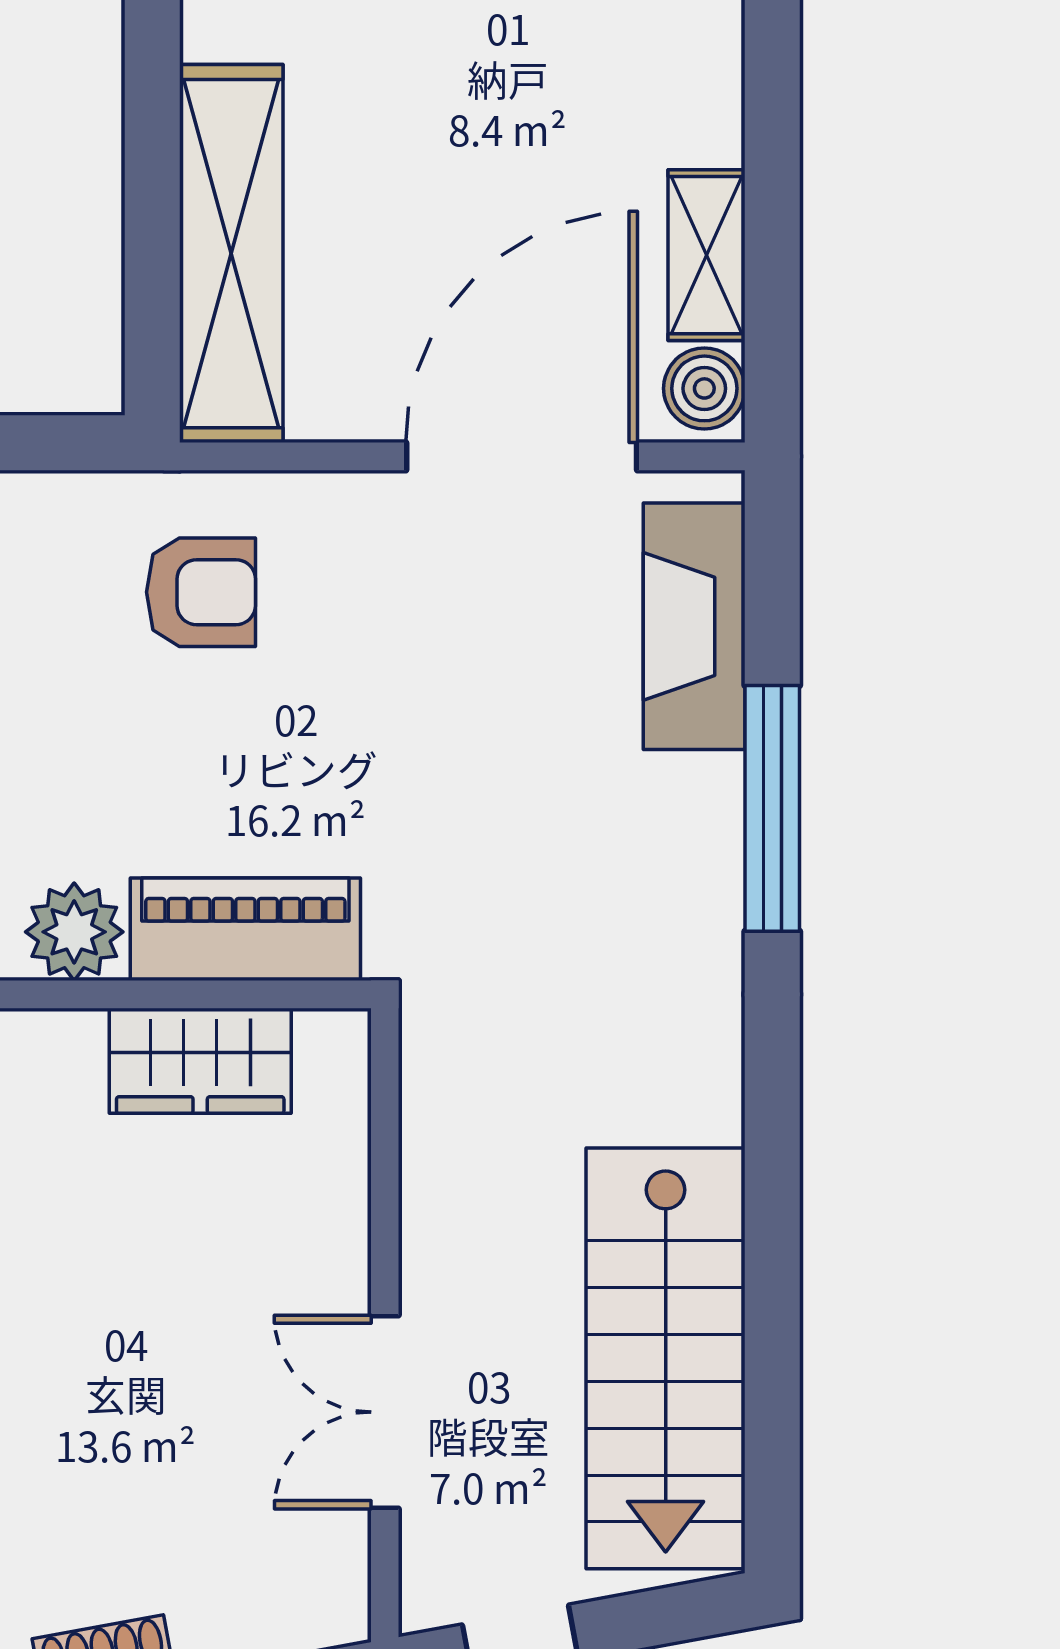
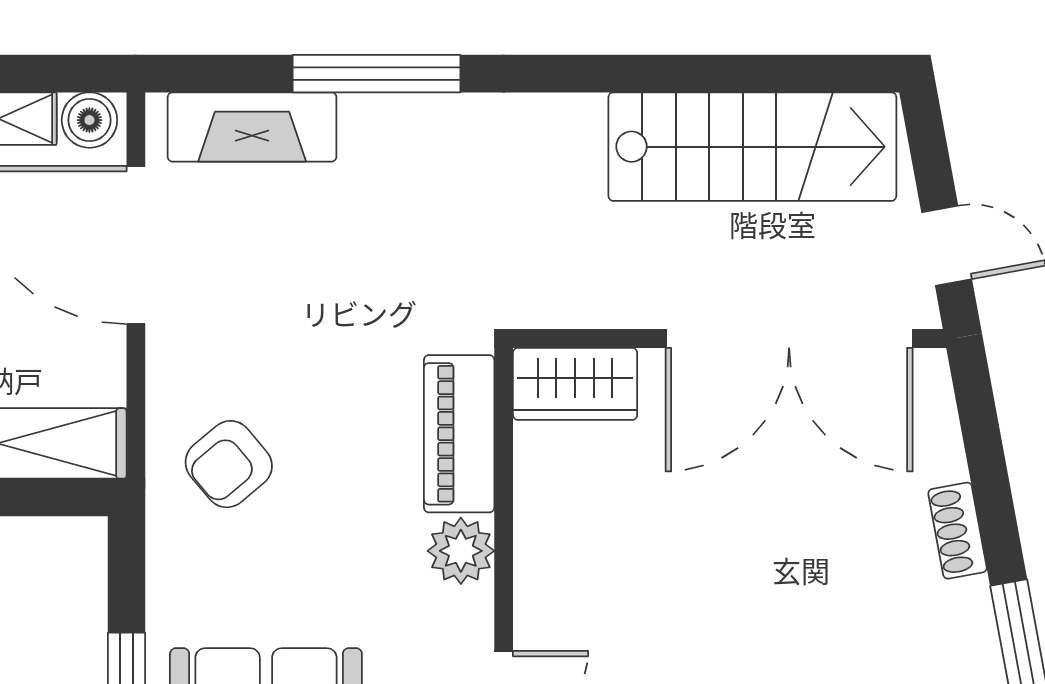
armchair: (201, 592) -> (229, 464), turned -130
wardrobe: (200, 1061) -> (575, 384), moved, turned 90
double door: (385, 1412) -> (789, 338), width x1.87

